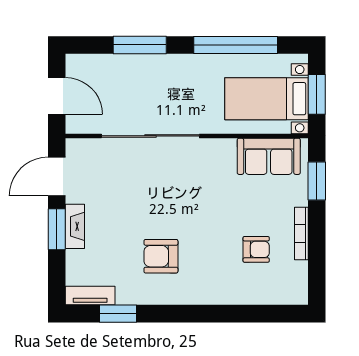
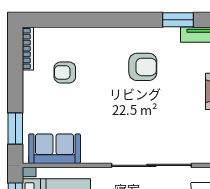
bookcase: (301, 233) -> (28, 49), moved

